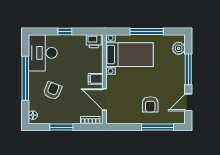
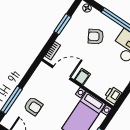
armchair: (53, 91) -> (96, 36), turned 129
armchair: (150, 104) -> (33, 106), turned 180

